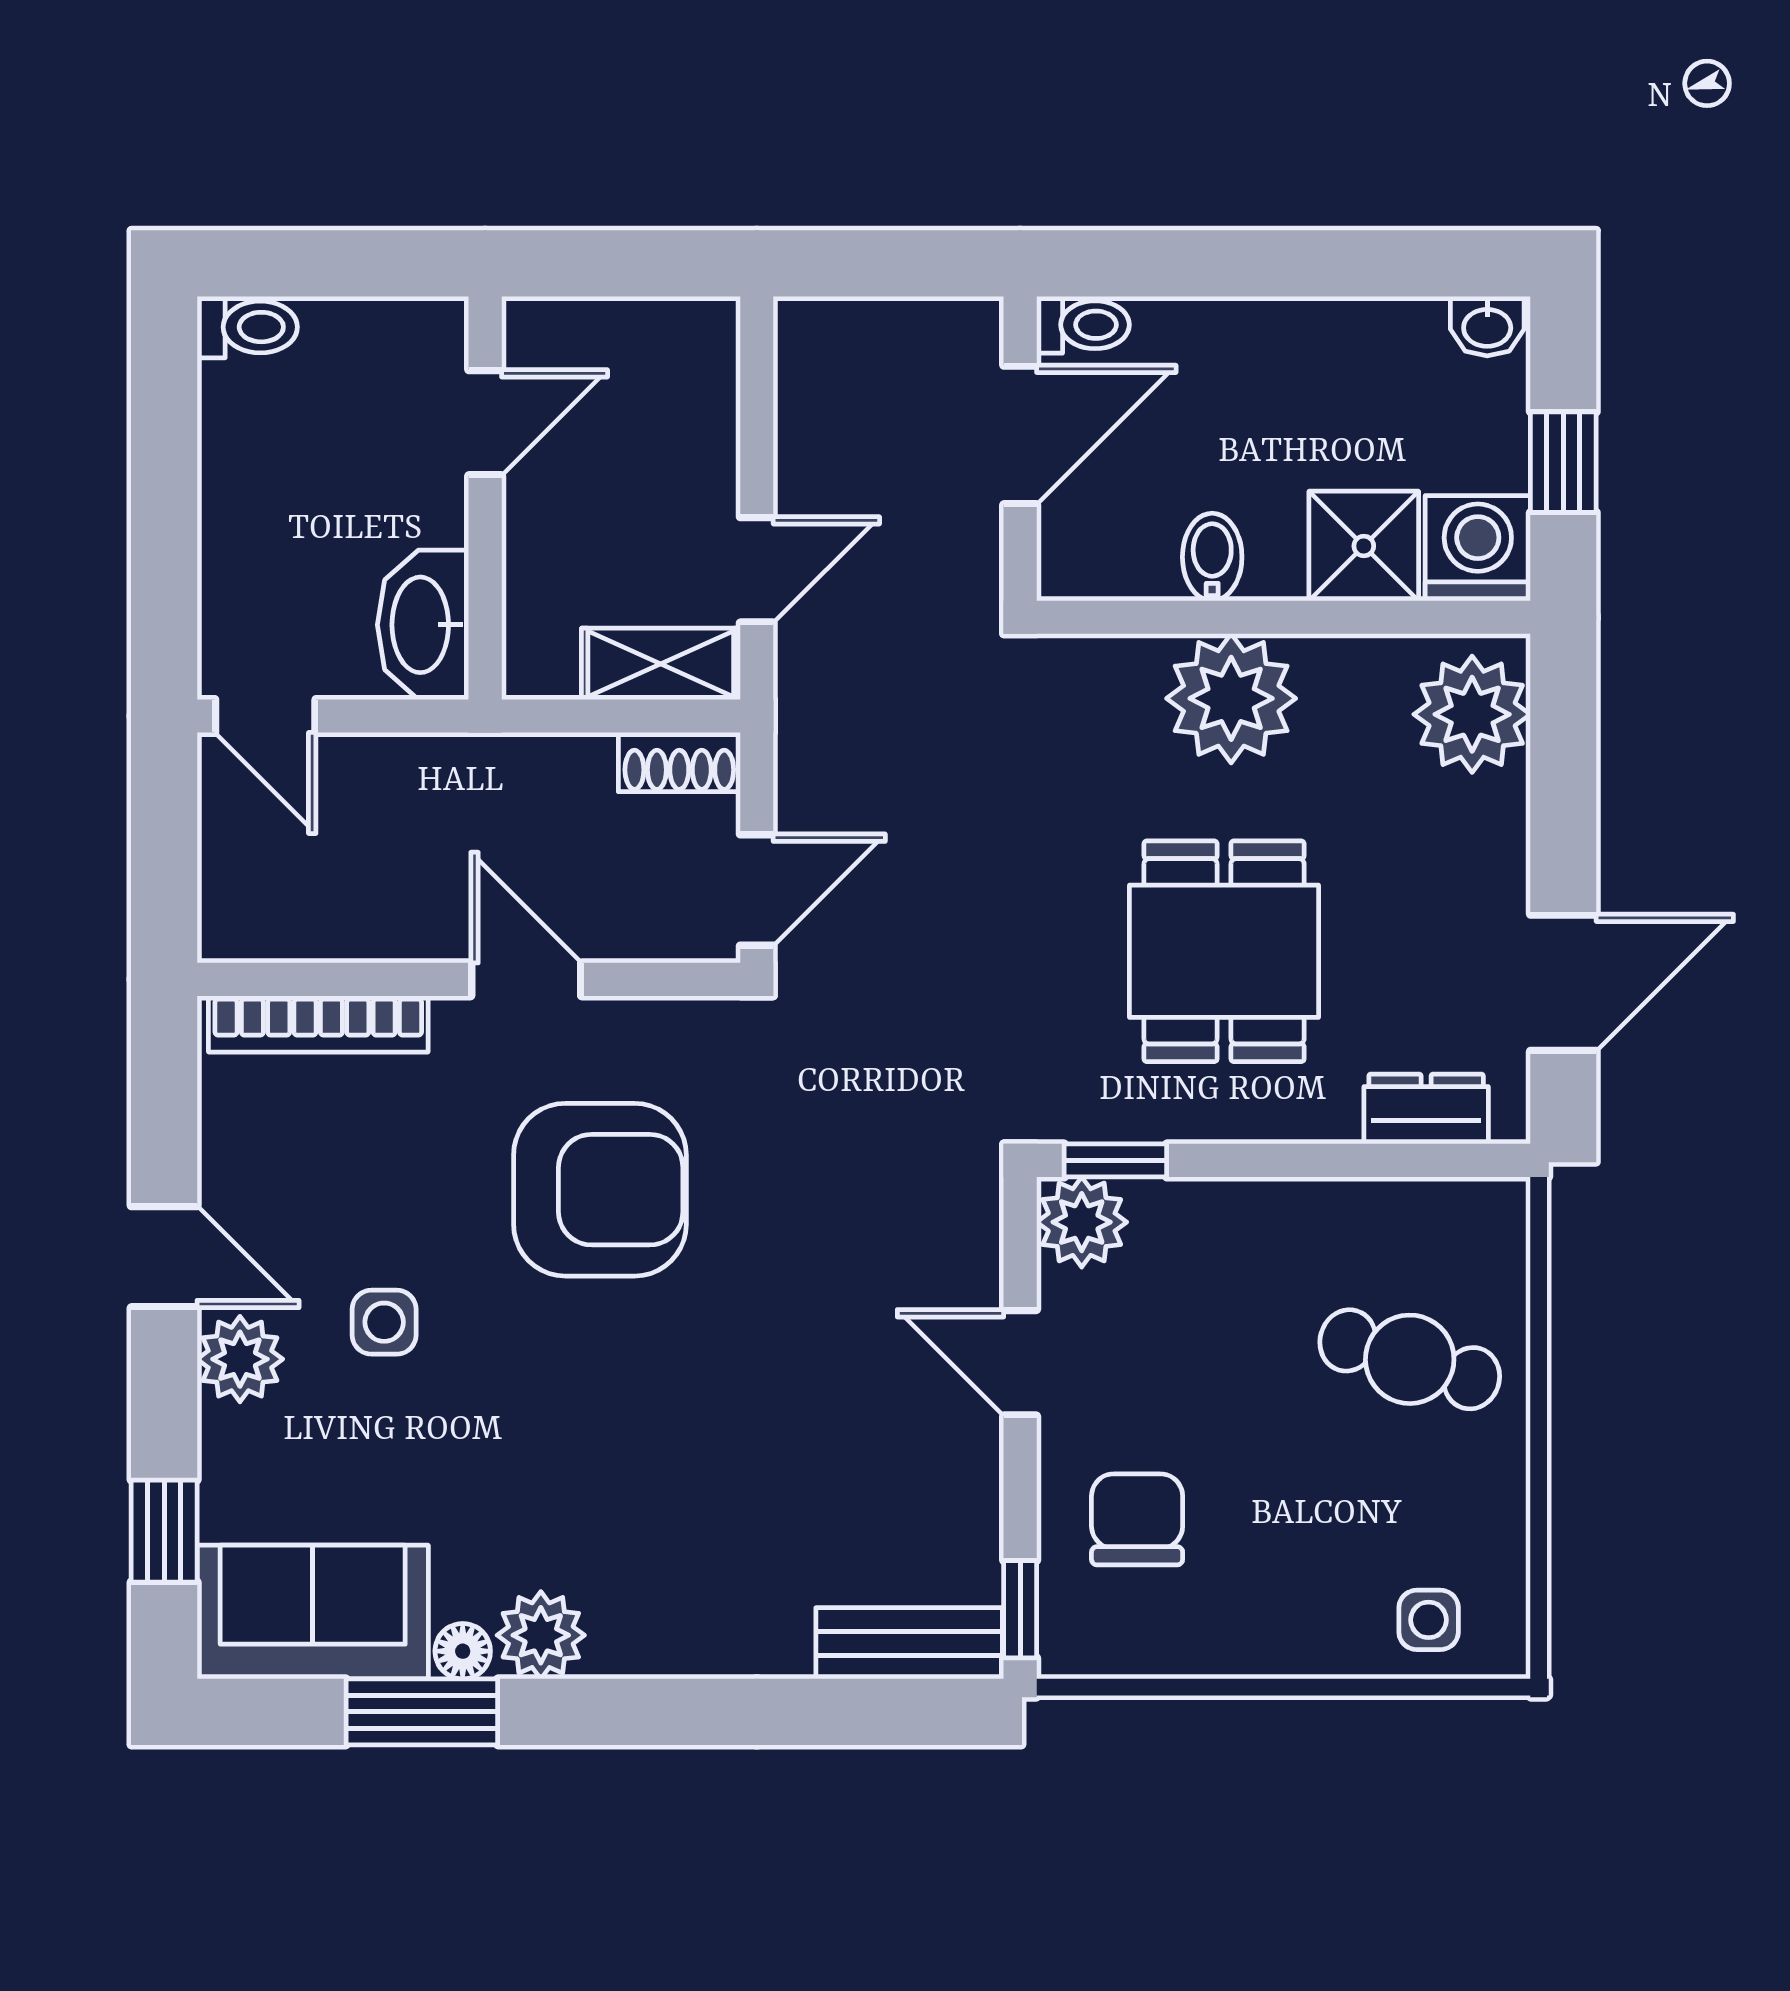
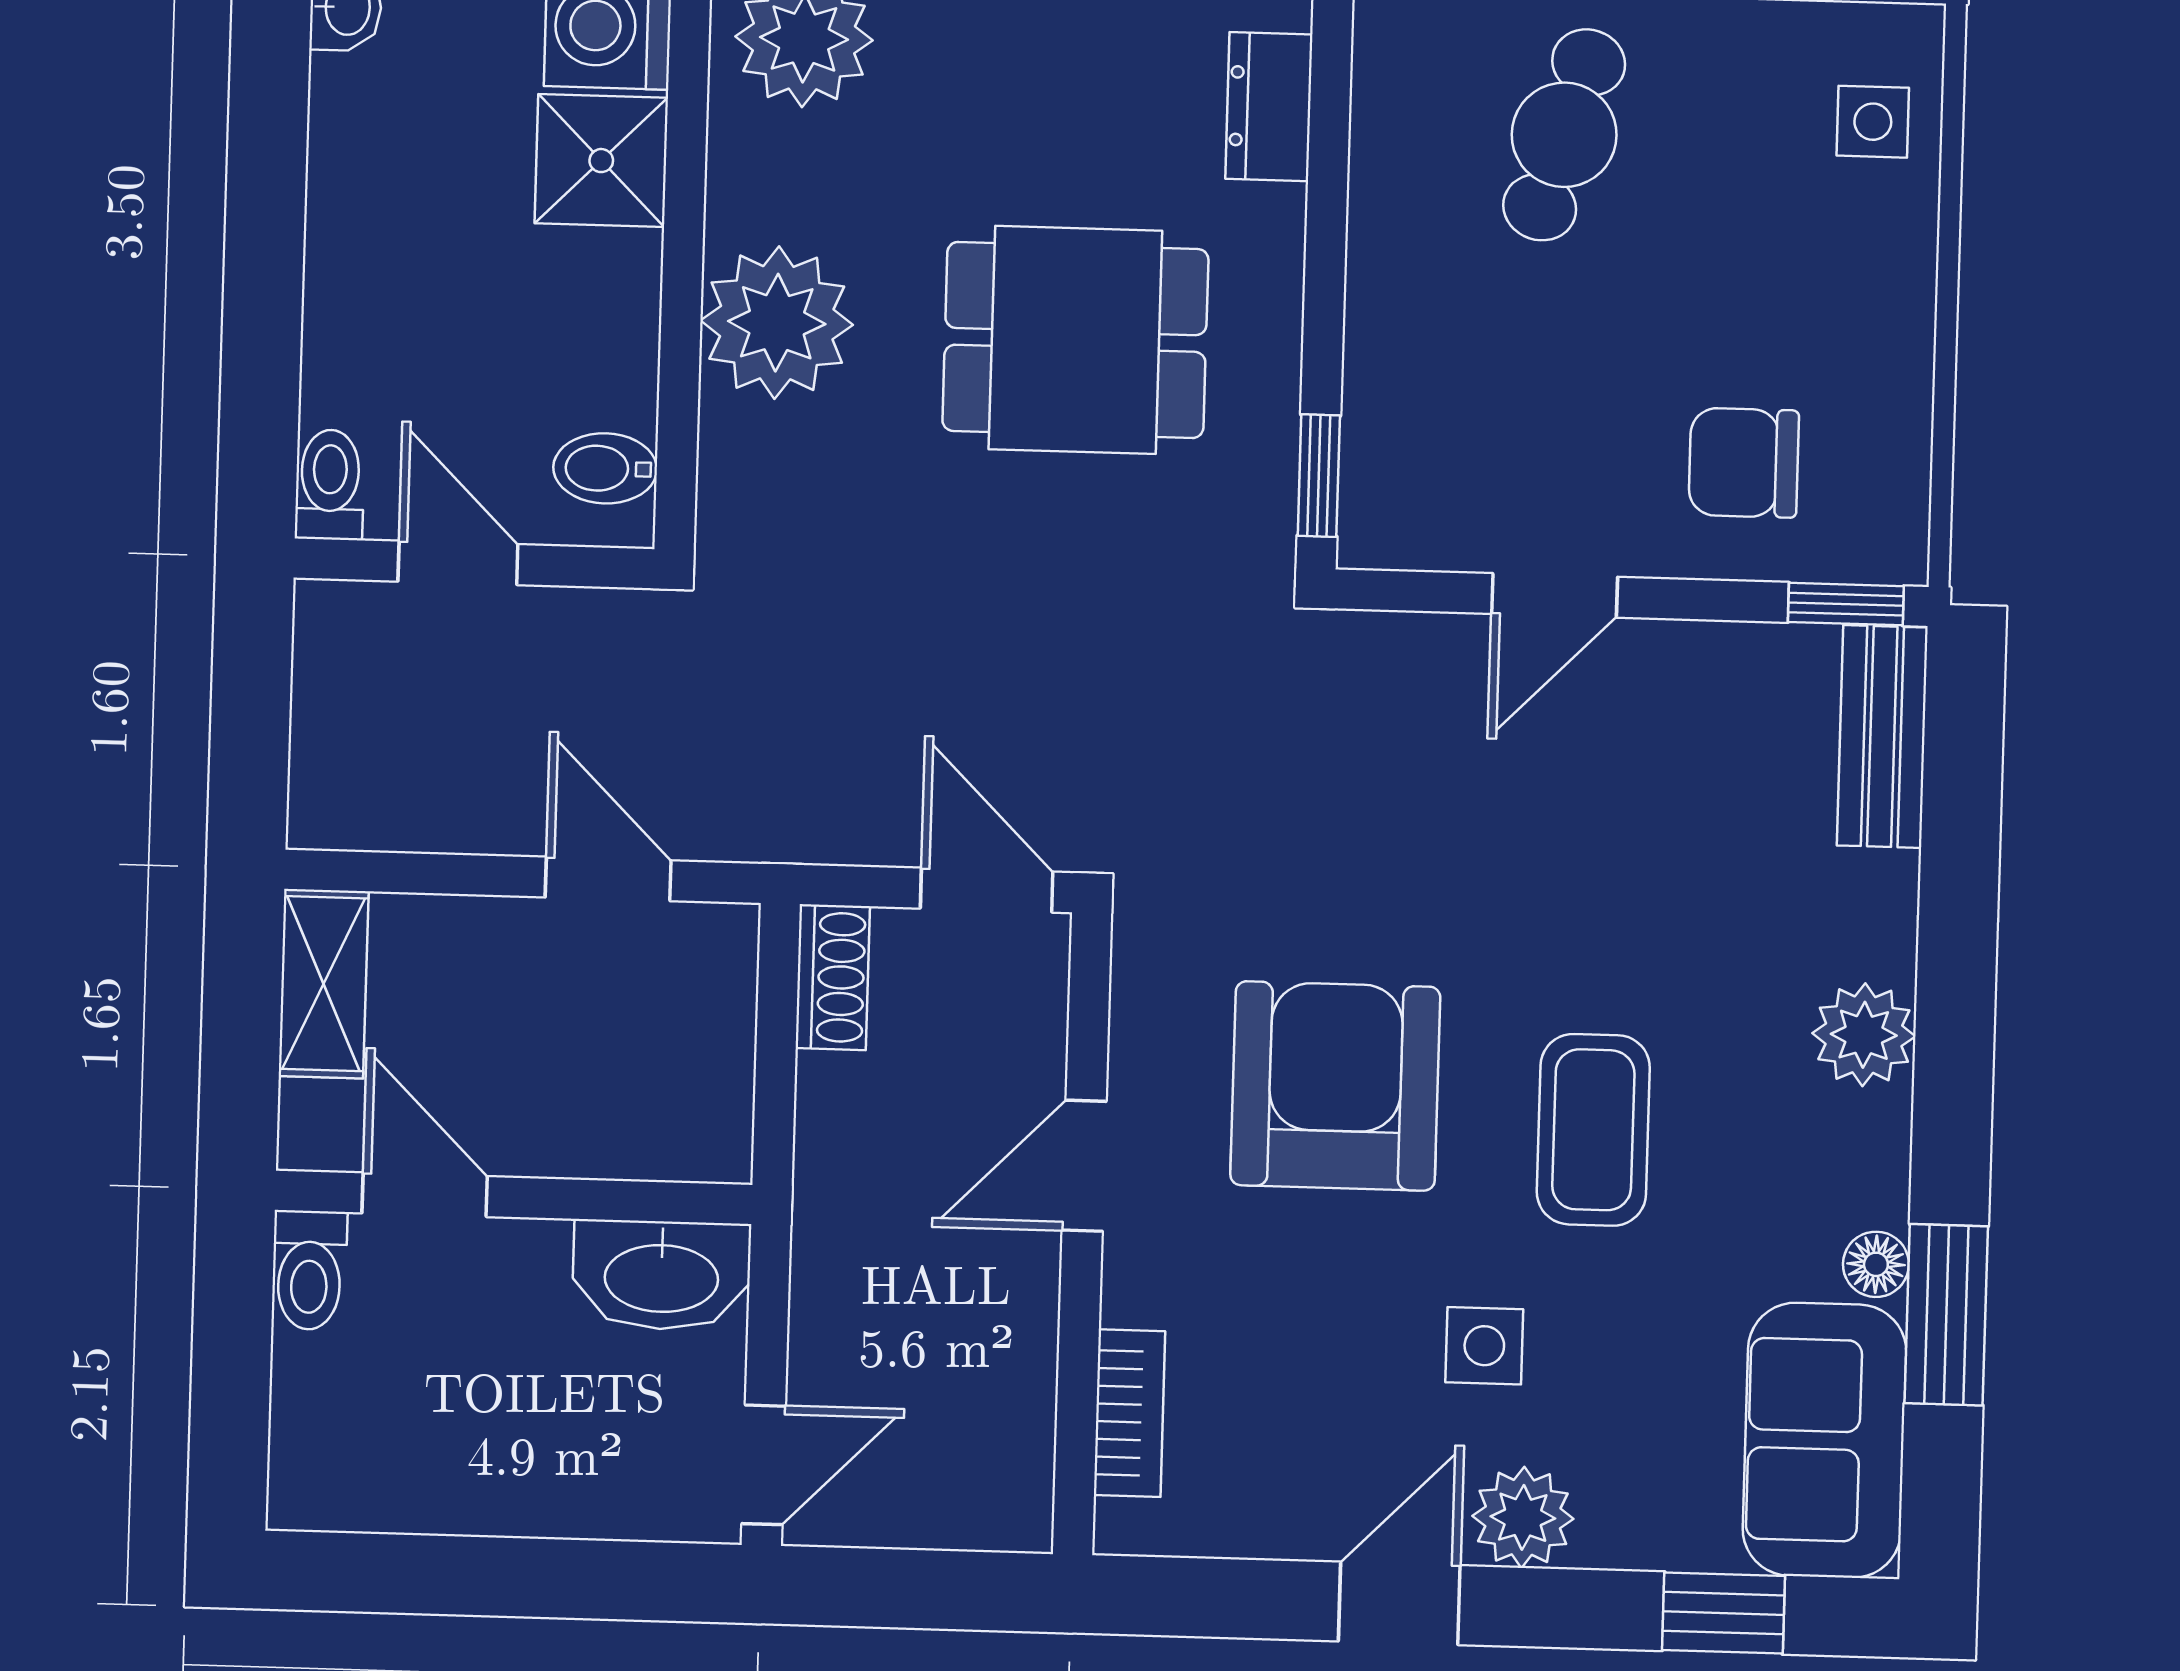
toilet: (247, 327) -> (309, 1270), moved, turned 180
door: (1020, 435) -> (458, 563), width x0.73
bidet: (1212, 557) -> (605, 468), moved
shelving: (661, 664) -> (324, 984), moved
bookcase: (318, 1024) -> (1130, 1413), width x0.64
plant: (1082, 1222) -> (1390, 518), removed
coffee table: (569, 1409) -> (1593, 1130), added
plant: (541, 1635) -> (1864, 1035), moved

